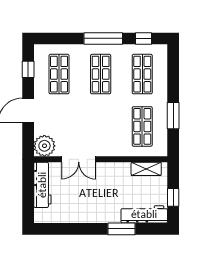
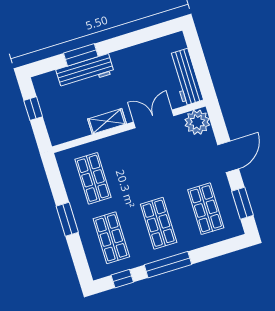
window: (28, 69) -> (242, 203), width x1.50
window: (173, 116) -> (67, 219), moved
shelving: (146, 169) -> (107, 121), moved
workbench: (144, 214) -> (85, 71), moved

